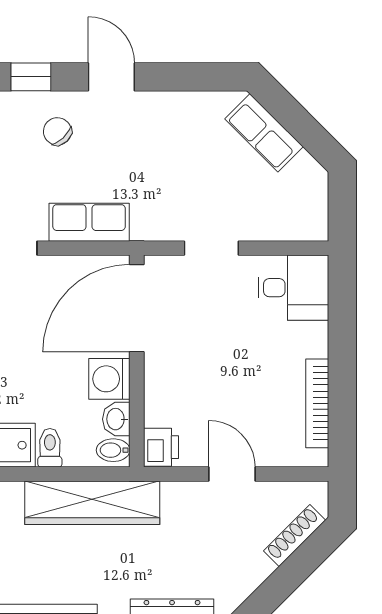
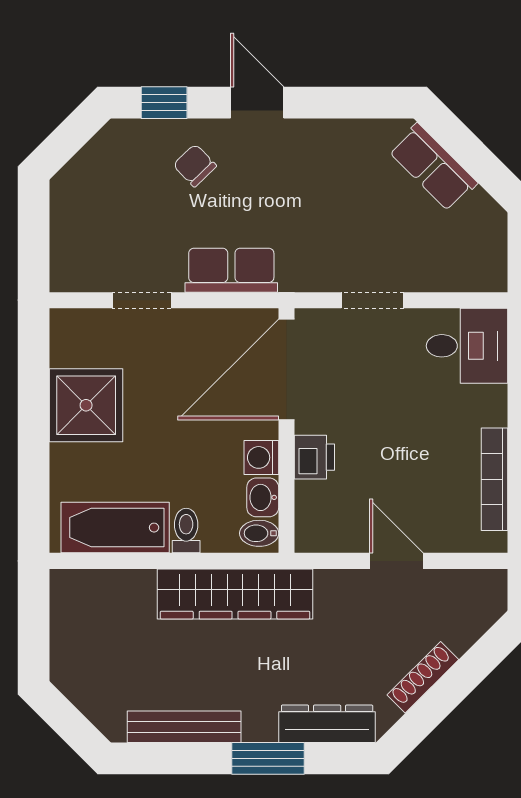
washing machine: (109, 379) -> (261, 457), width x0.73, depth x0.73
printer: (161, 447) -> (314, 457), moved
shoe rack: (295, 536) -> (423, 677), moved

